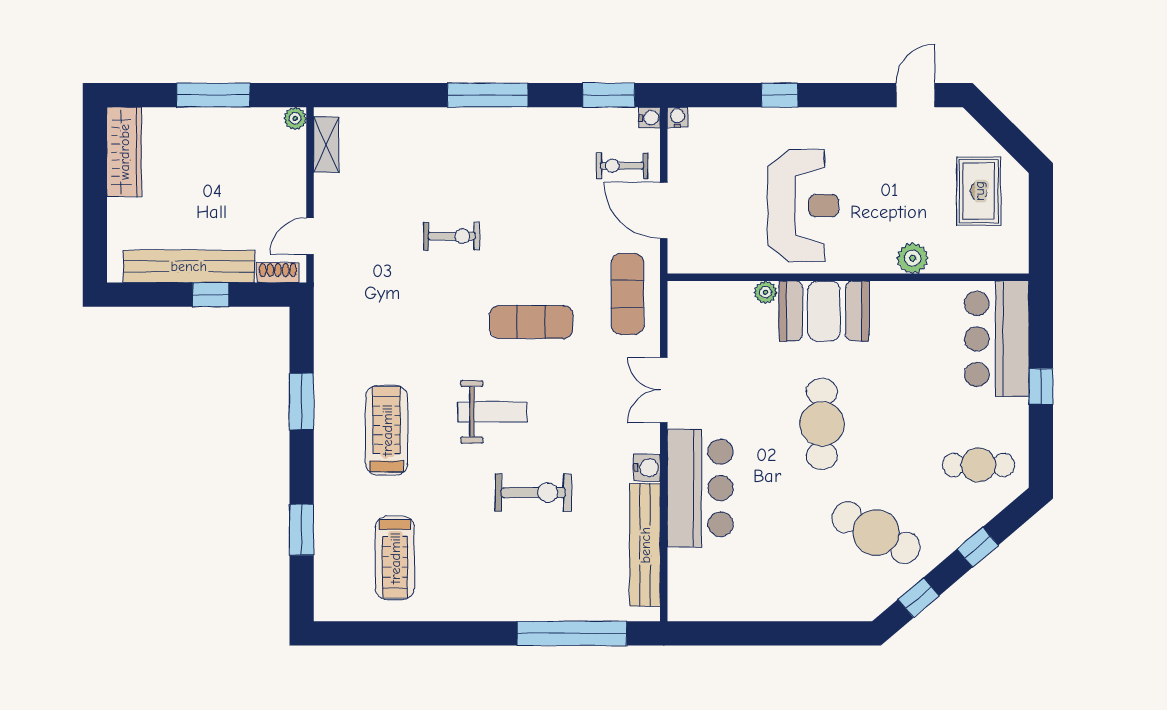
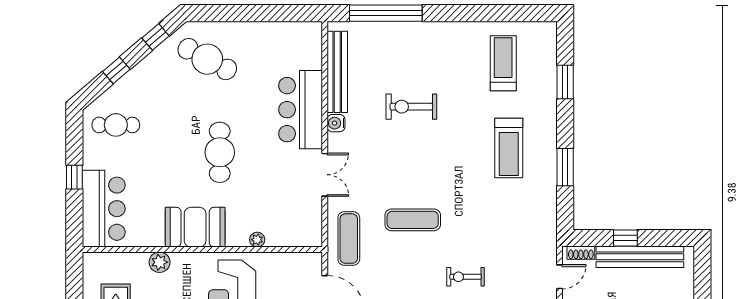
booth: (824, 311) -> (195, 227), moved
weight bench: (492, 412) -> (438, 160), removed
cafe table: (876, 533) -> (207, 59), moved

